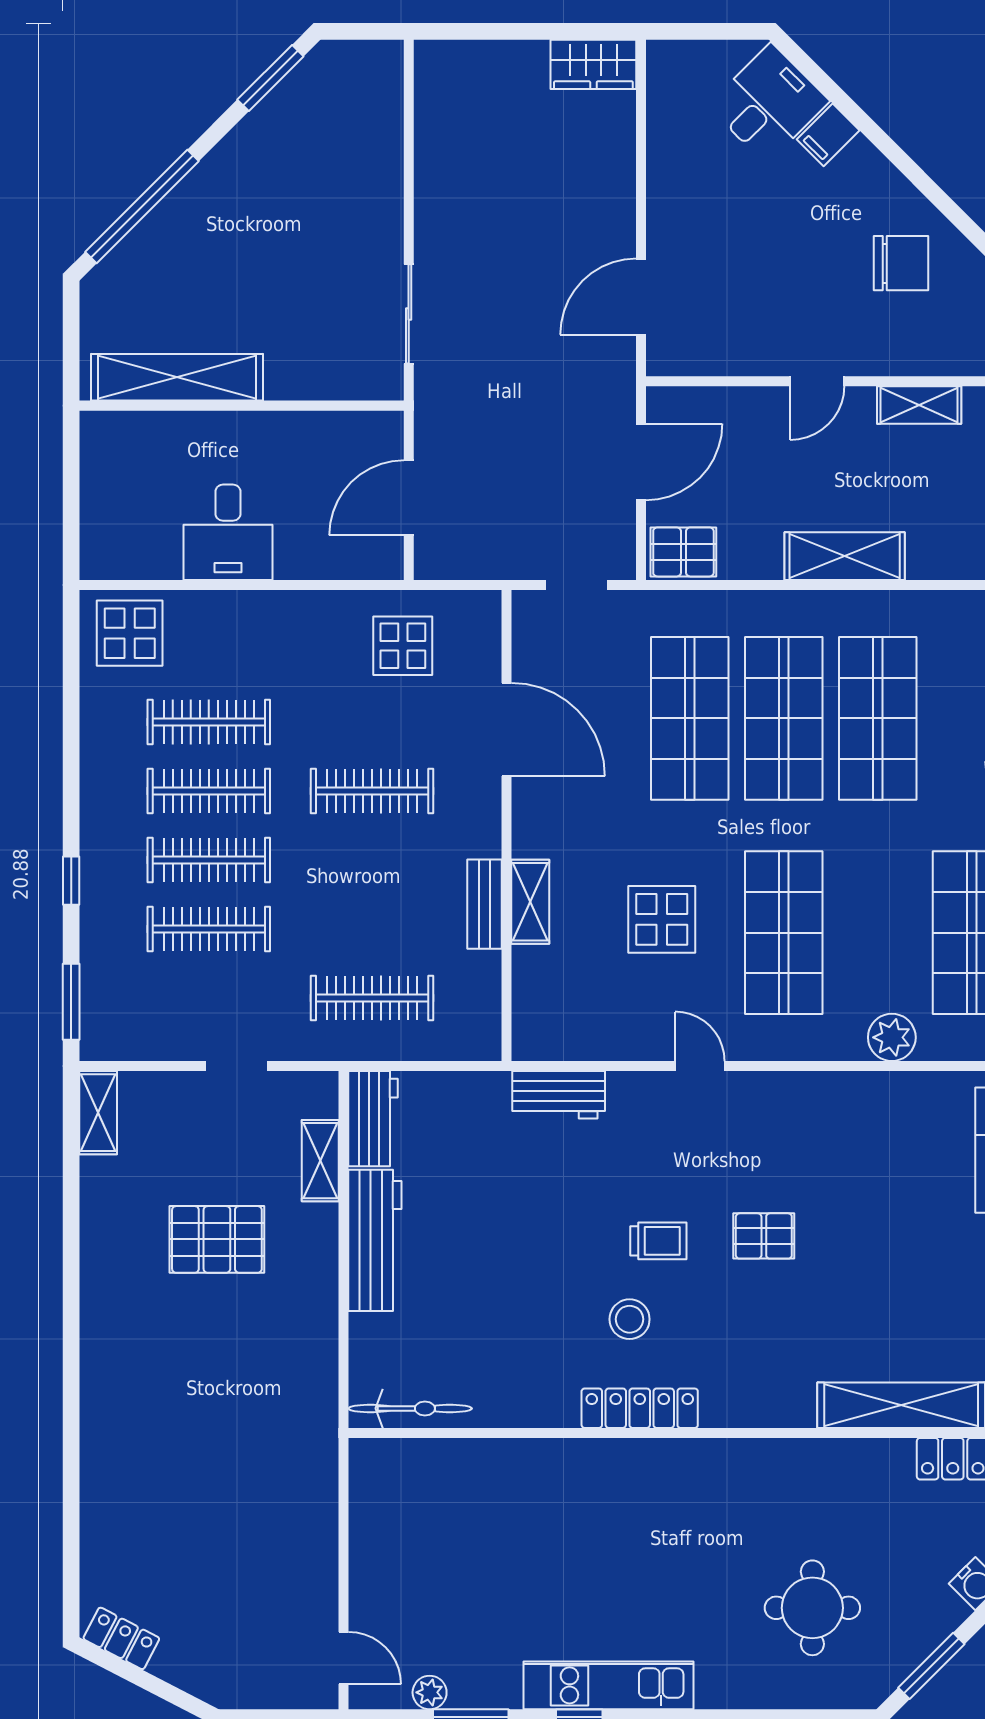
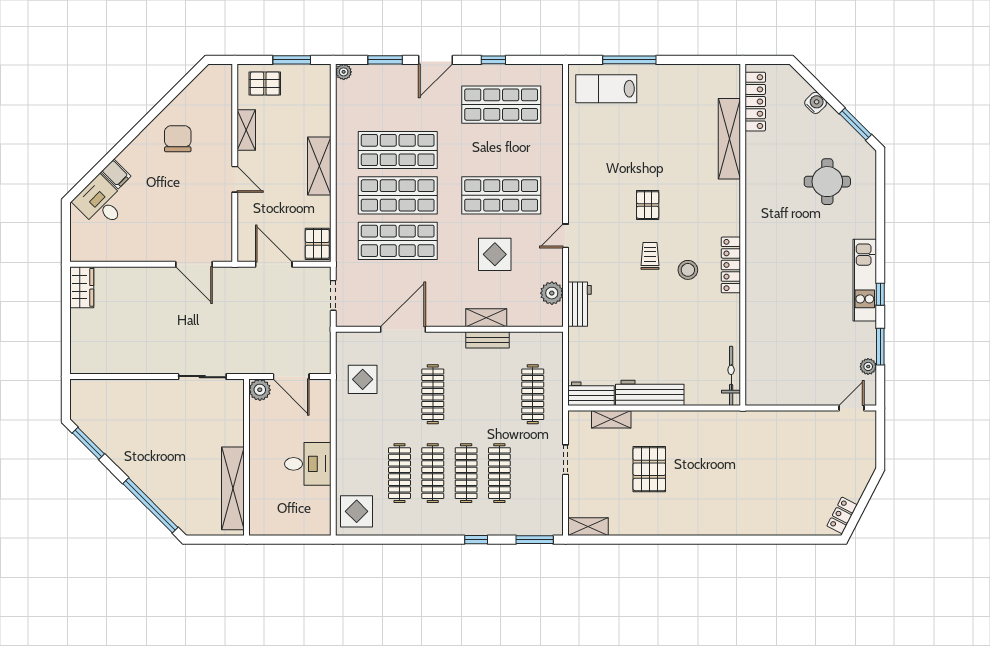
plant: (381, 433) -> (260, 390), added
plant: (892, 1037) -> (552, 293), moved

